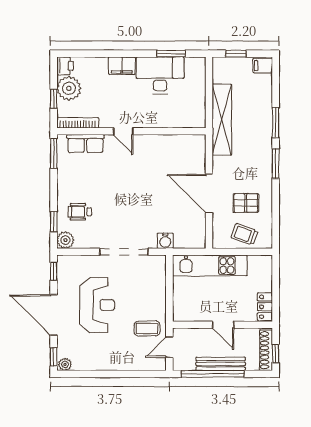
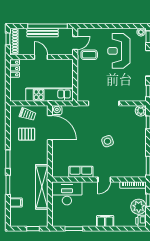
filing cabinet: (263, 66) -> (16, 202), moved
desk: (160, 75) -> (67, 193), moved, turned 180
door: (123, 131) -> (104, 179), swing flipped
row of seats: (86, 143) -> (81, 172), moved
side table: (118, 192) -> (108, 141), added
door: (209, 194) -> (50, 128), moved
wheelchair: (80, 212) -> (132, 129), removed
water cooler: (165, 241) -> (57, 110), moved
reception desk: (97, 305) -> (119, 51), moved

